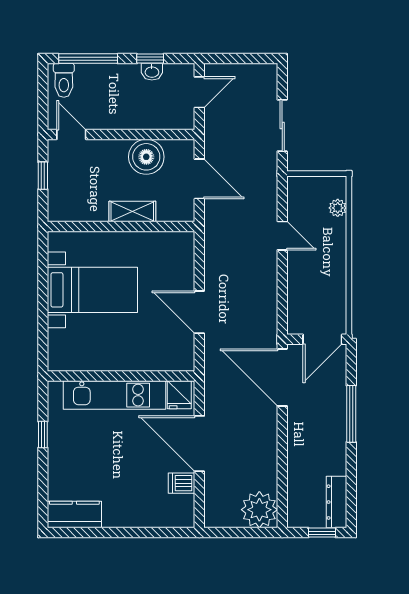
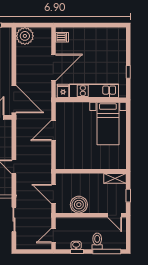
toilet: (64, 80) -> (97, 241), moved
shelving: (132, 211) -> (115, 178), moved
bed with nightstands: (92, 290) -> (108, 123), moved, turned -90
door: (199, 312) -> (53, 130), swing flipped
door: (199, 444) -> (53, 68), hinge flipped
dishwasher: (182, 483) -> (62, 37), moved
kitchen counter: (74, 515) -> (113, 34), removed

